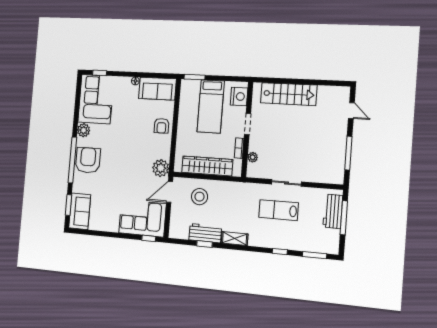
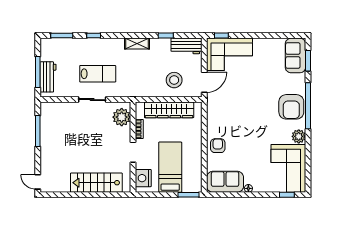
door: (351, 111) -> (38, 182), moved
plant: (253, 157) -> (122, 117), width x1.88, depth x1.88
plant: (161, 168) -> (215, 104), removed
workbench: (205, 233) -> (186, 46), moved

